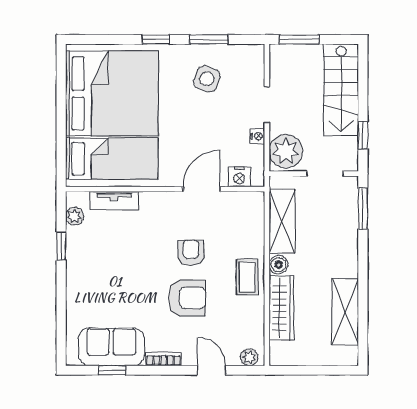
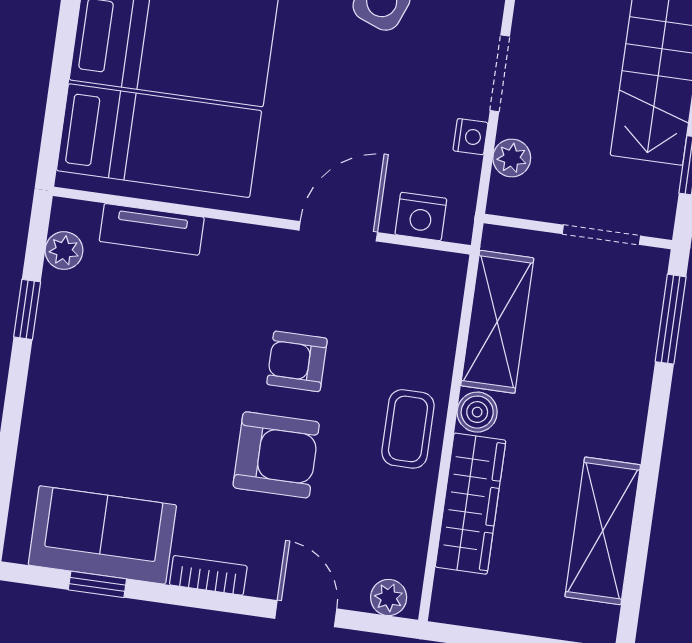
plant: (286, 151) -> (512, 158), width x0.53, depth x0.53
armchair: (191, 253) -> (297, 361), turned -90

